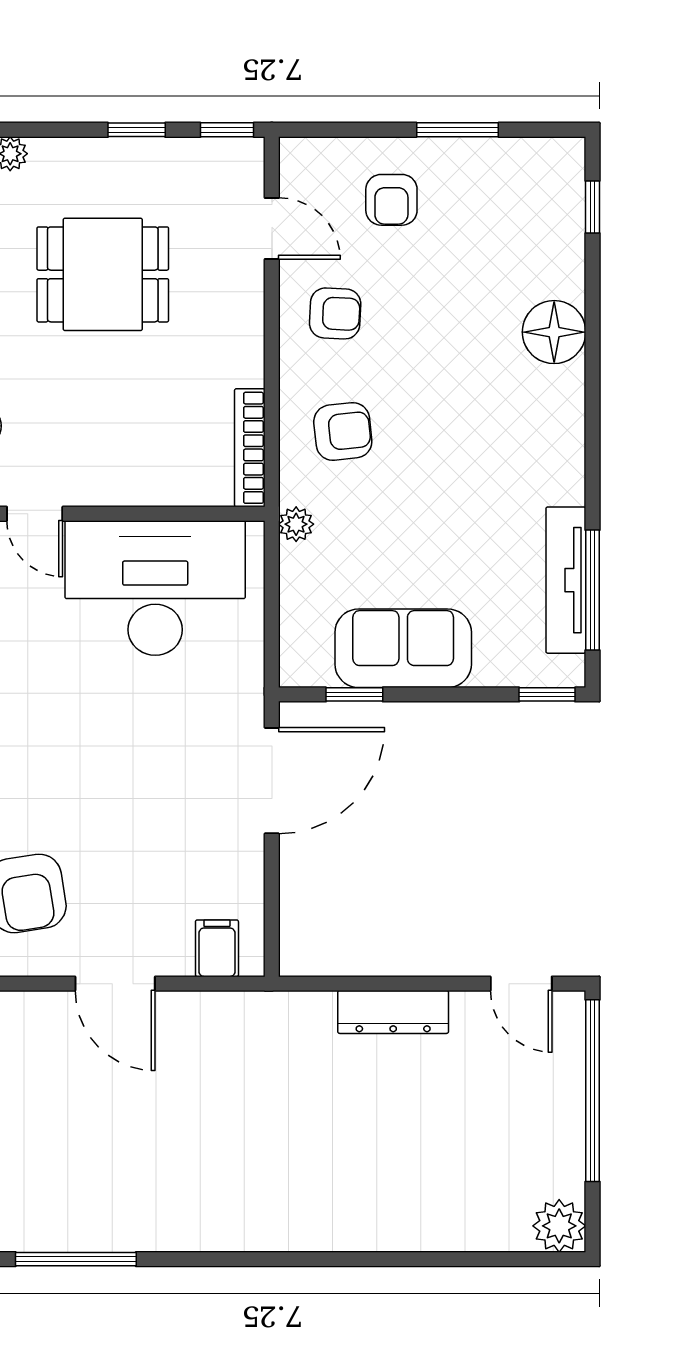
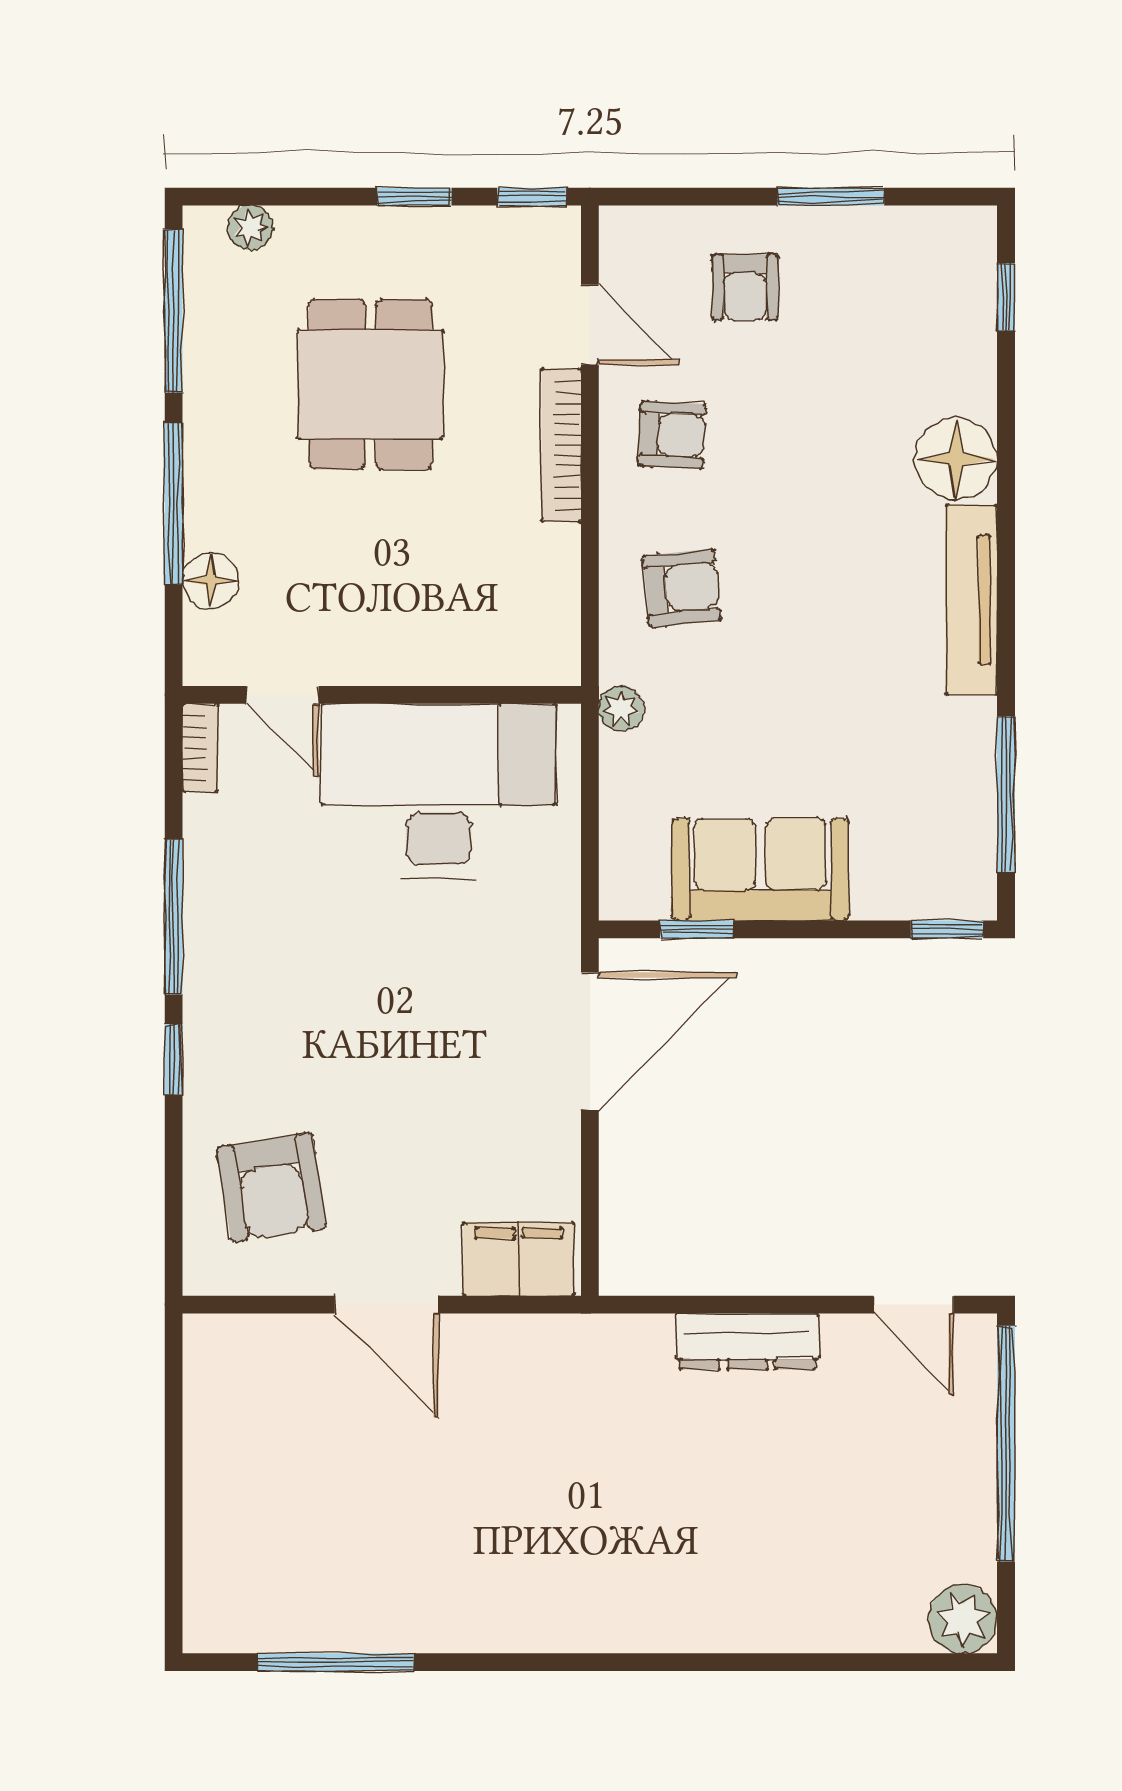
dining table: (103, 274) -> (371, 384), turned 90
bookcase: (250, 448) -> (561, 445), moved
tv unit: (566, 580) -> (971, 600), moved
filing cabinet: (217, 948) -> (519, 1259), width x2.00

